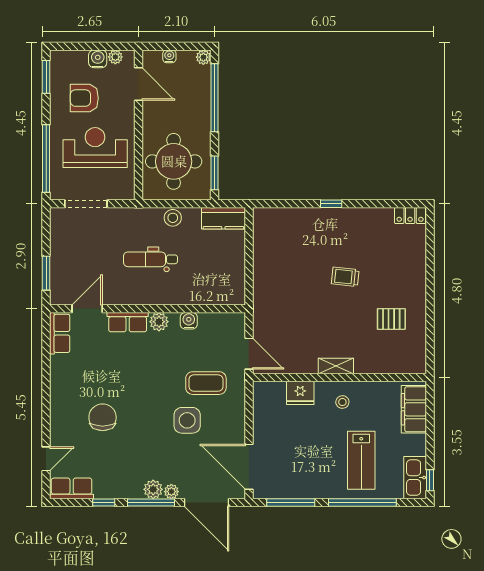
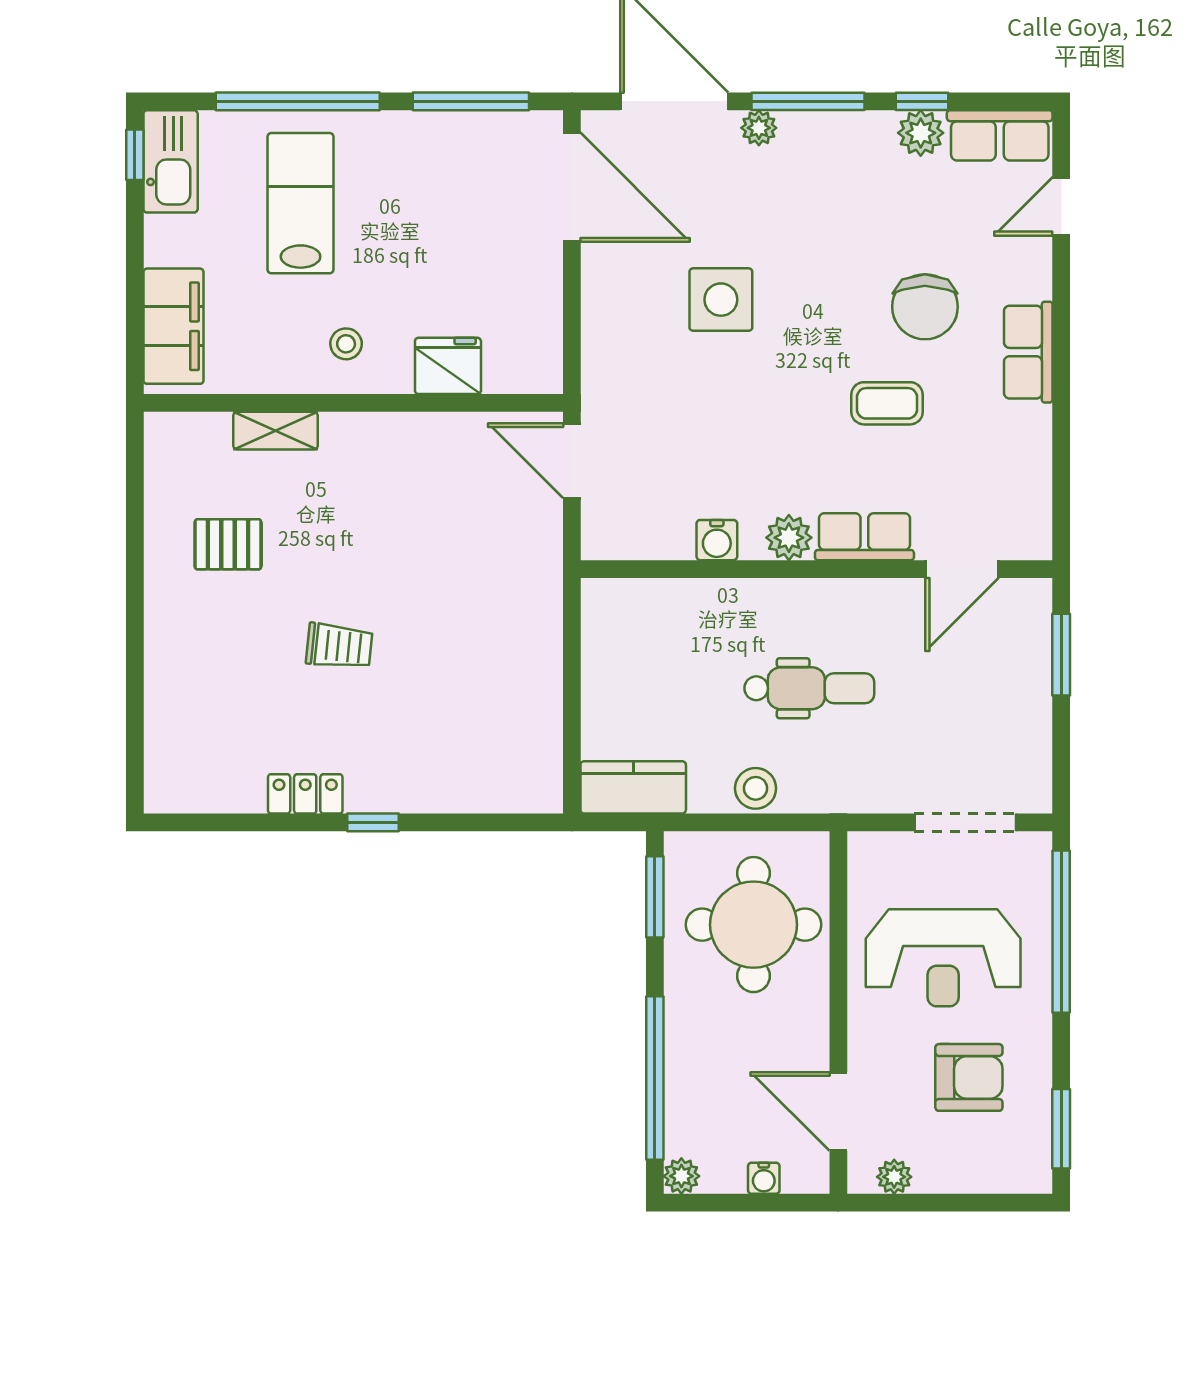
water cooler: (98, 59) -> (937, 1172), removed
locker: (410, 216) -> (305, 794), moved
row of seats: (60, 333) -> (1028, 352), moved
shelving: (336, 366) -> (276, 431), moved
coffee table: (206, 383) -> (887, 403), moved, width x0.73, depth x0.77
plant: (153, 489) -> (921, 133), moved

